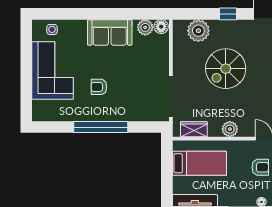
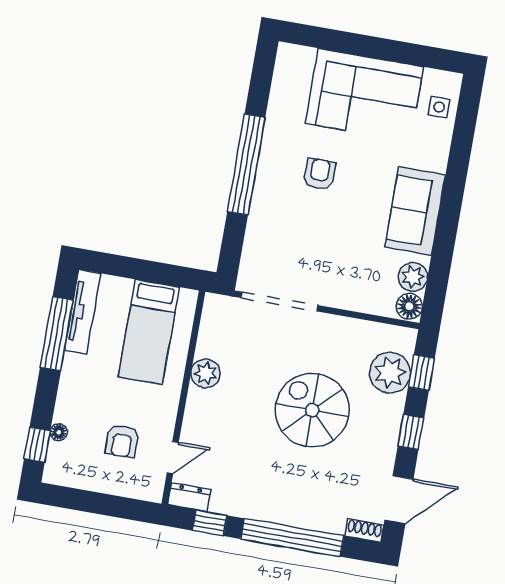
window: (195, 14) -> (421, 372), added
wardrobe: (194, 129) -> (212, 333), removed
plant: (230, 129) -> (206, 373), moved

